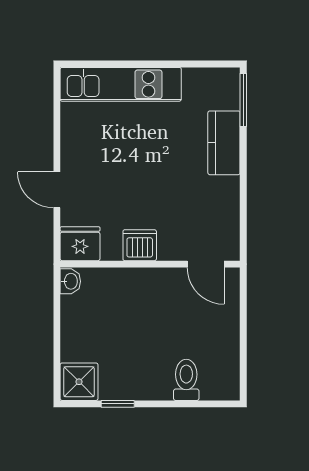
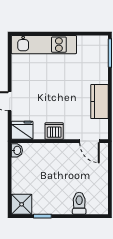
kitchen counter: (224, 143) -> (99, 102), moved

